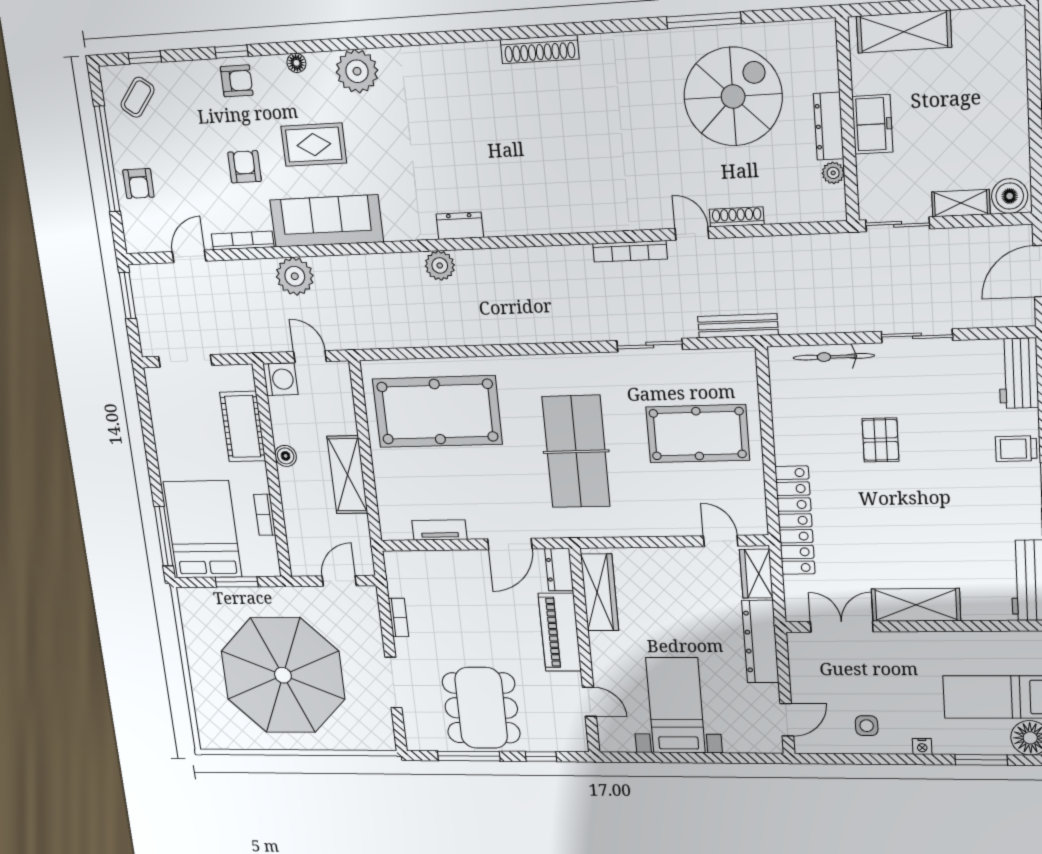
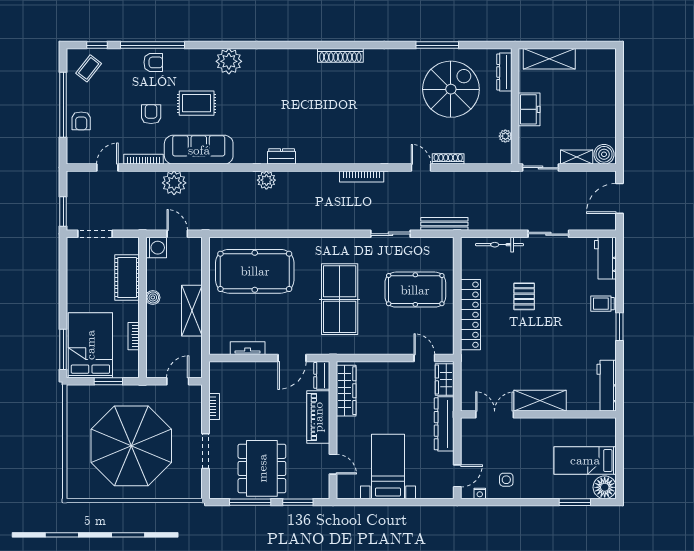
window: (232, 52) -> (152, 45), width x3.17
floor lamp: (296, 63) -> (192, 54), removed
dresser: (829, 126) -> (504, 72), moved
bookcase: (630, 251) -> (362, 176), moved
window: (127, 296) -> (63, 212), moved
locker: (795, 520) -> (470, 315), moved
nightstand: (922, 746) -> (480, 493), moved
window: (541, 757) -> (298, 502), width x1.50

